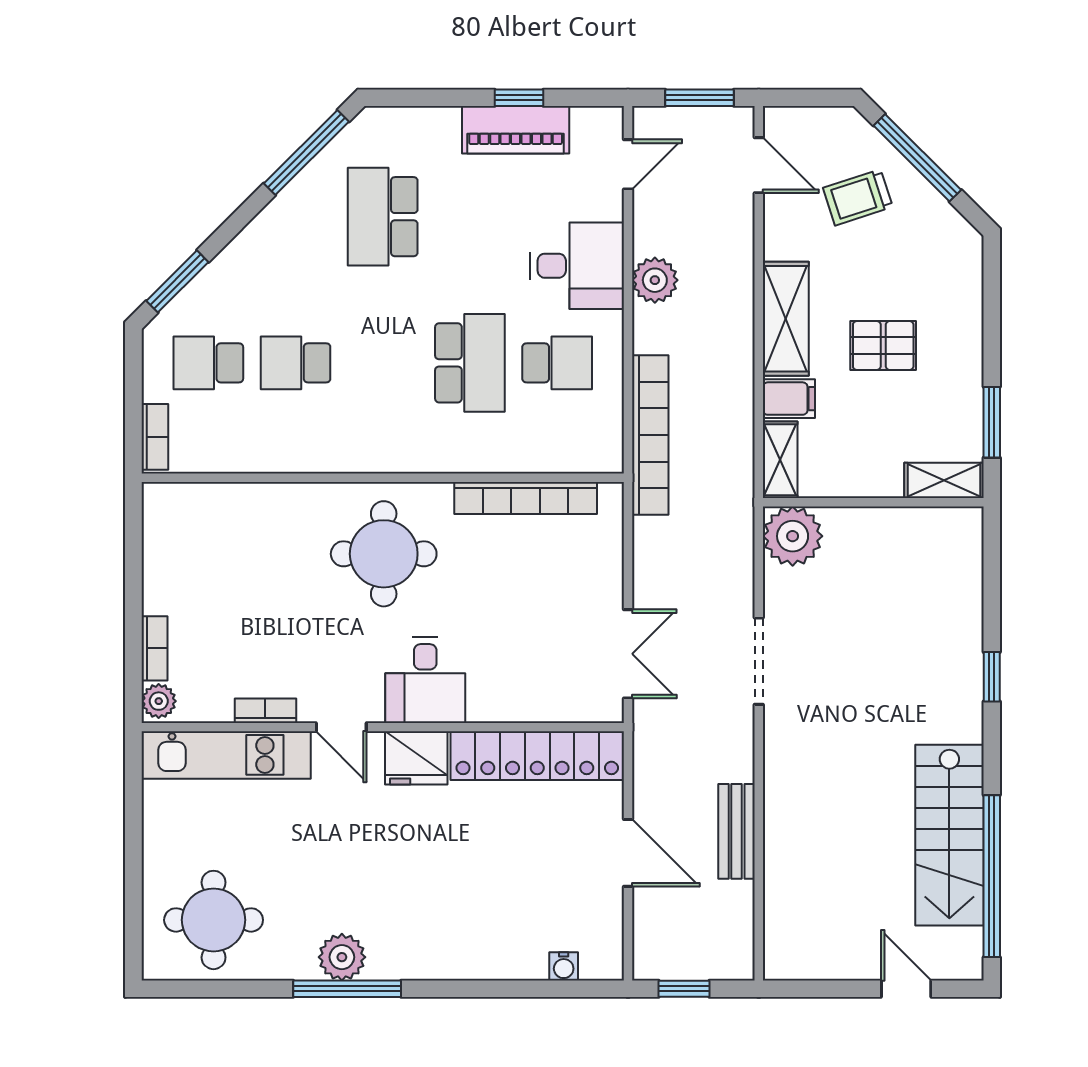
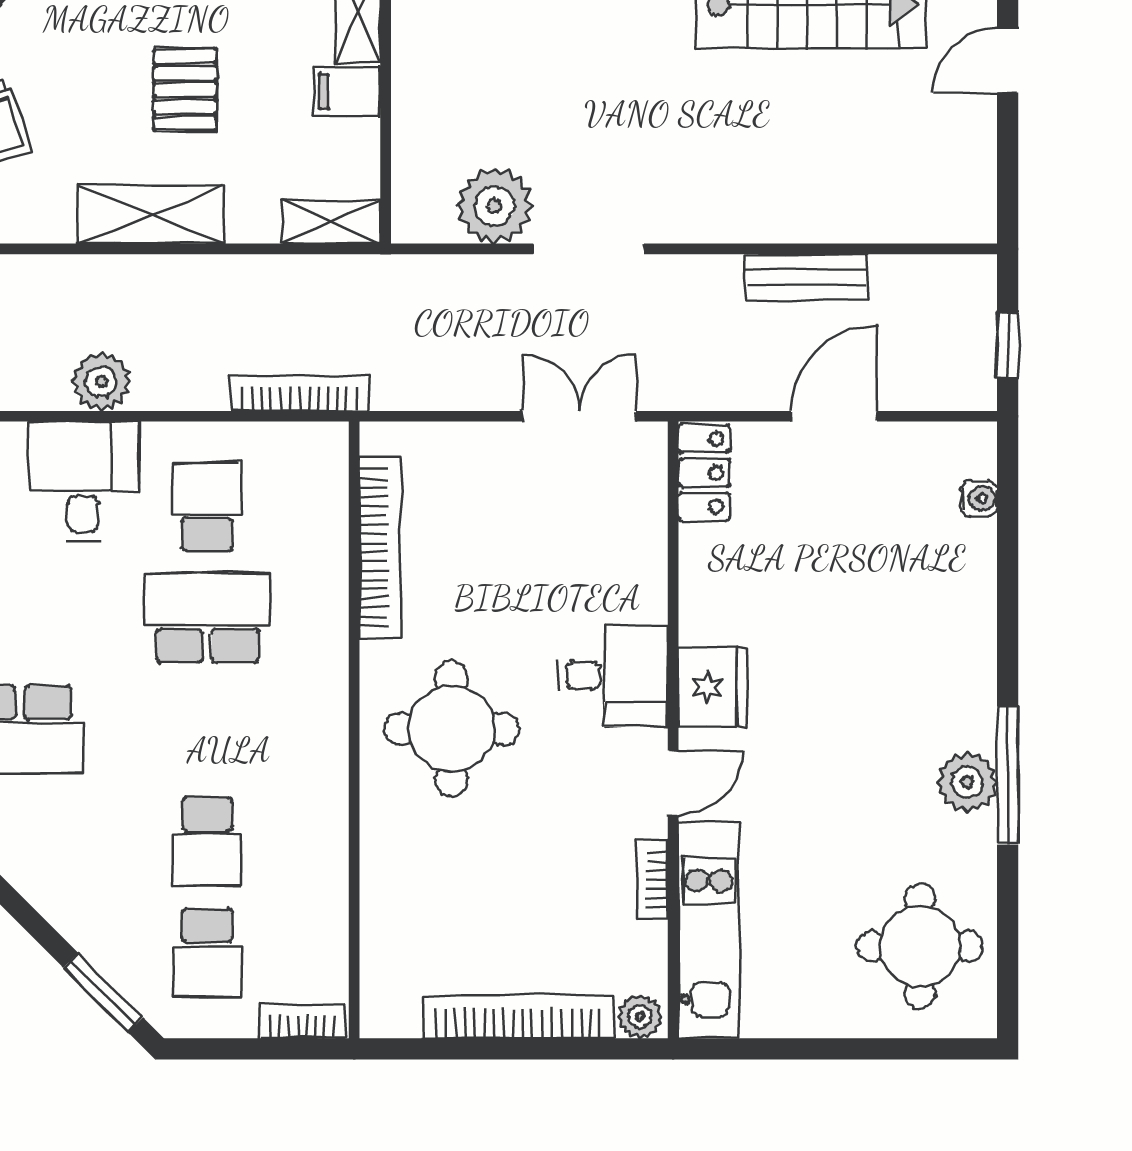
filing cabinet: (789, 399) -> (347, 92), moved, turned -90
bookcase: (650, 435) -> (300, 393), width x0.68, depth x0.76
plant: (793, 536) -> (494, 206), moved
bookcase: (154, 648) -> (518, 1017), width x2.31, depth x1.31
locker: (537, 756) -> (704, 473), width x0.46, depth x0.83

